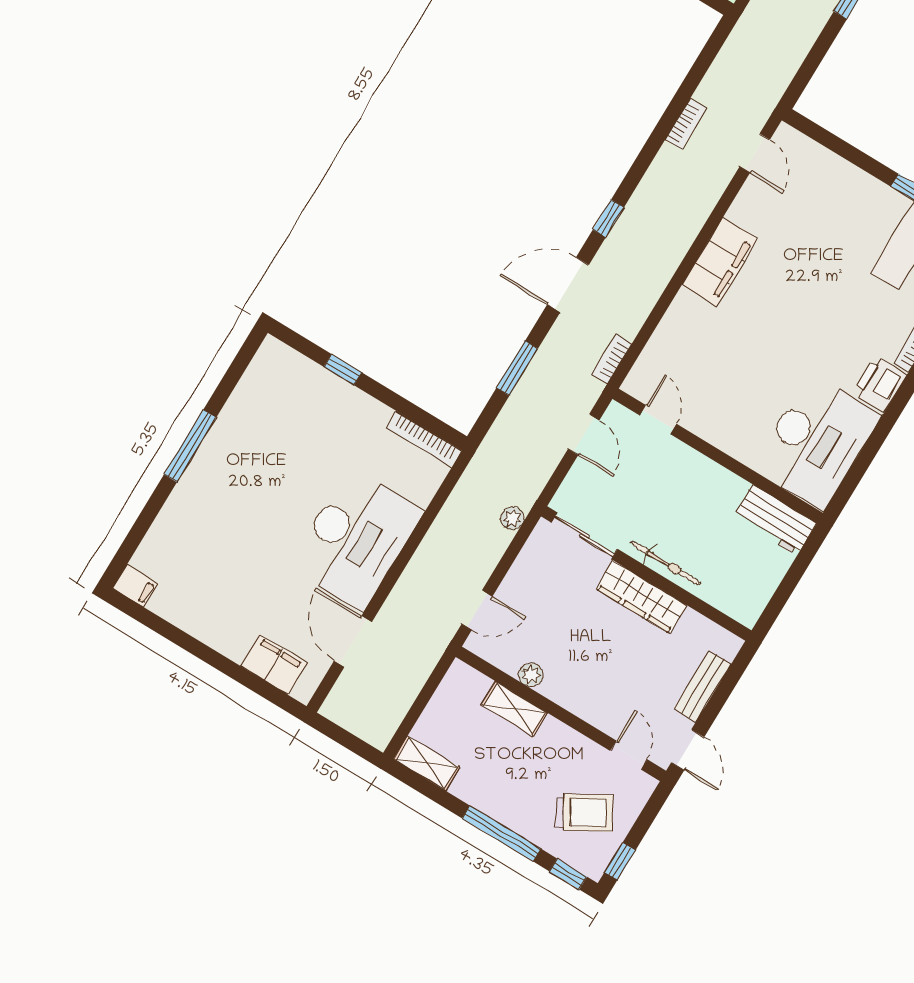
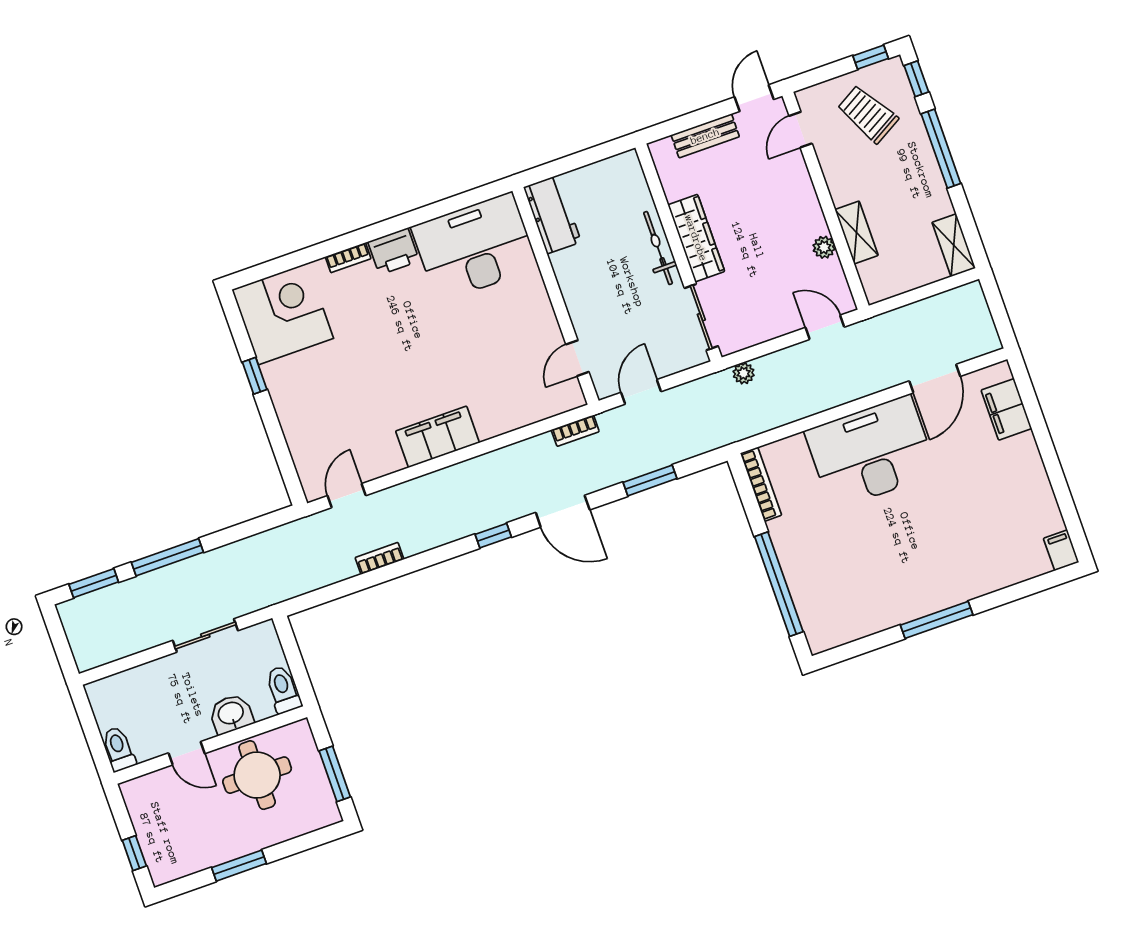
window: (343, 370) -> (779, 584), width x3.17

